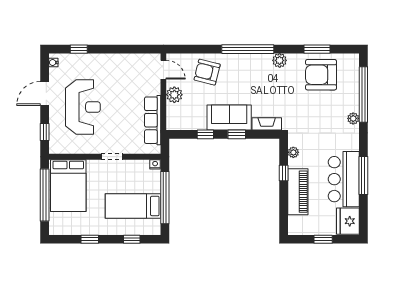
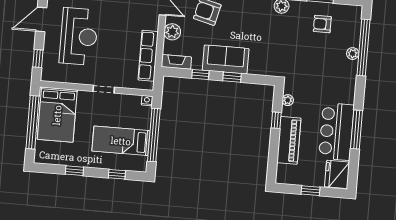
armchair: (321, 75) -> (322, 24), width x0.53, depth x0.53
plant: (353, 118) -> (353, 54), moved
fireplace: (267, 124) -> (176, 62), moved

